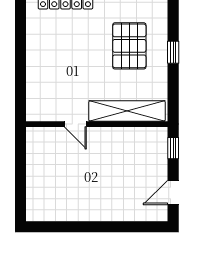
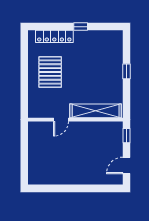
pallet: (129, 46) -> (50, 72), moved
door: (75, 124) -> (61, 120), hinge flipped

